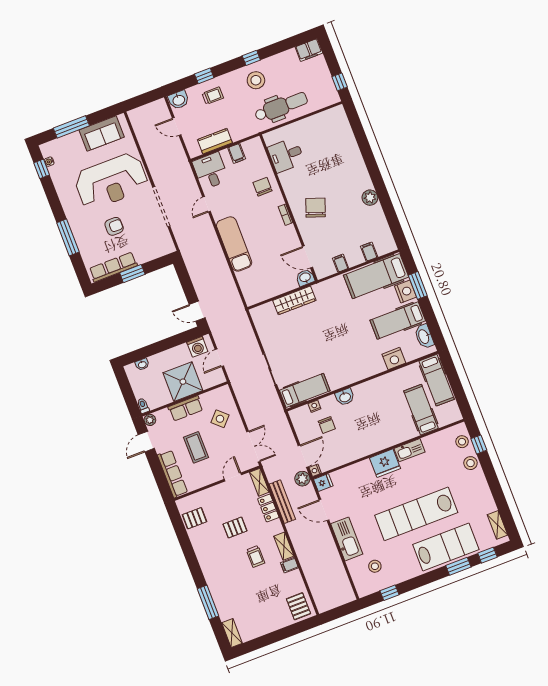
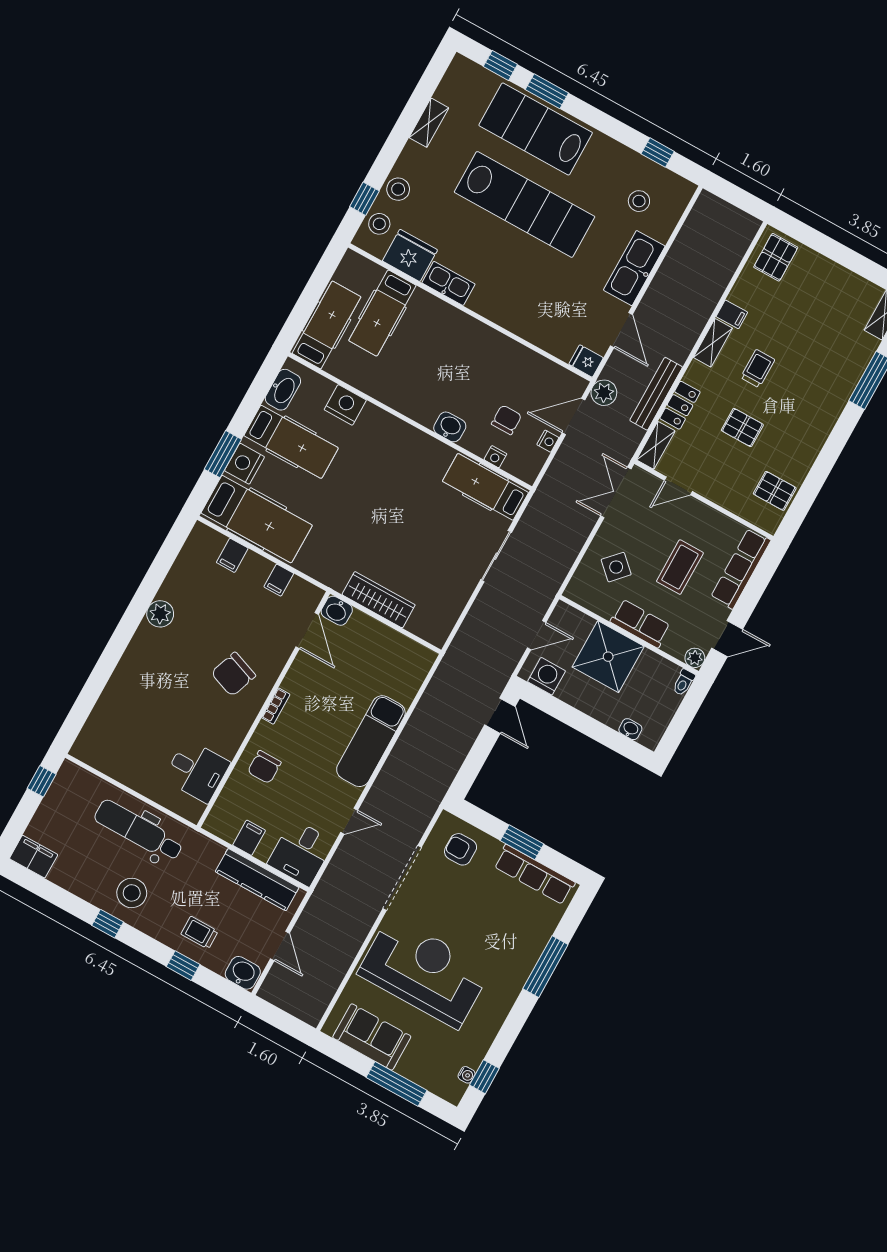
kitchen counter: (215, 141) -> (257, 880), width x1.50
armchair: (114, 226) -> (461, 849), moved
fridge: (385, 463) -> (410, 255), moved
nightstand: (315, 470) -> (548, 441), moved
shelving: (498, 525) -> (429, 123), moved

